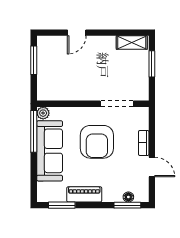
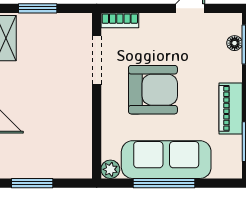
window: (34, 131) -> (164, 183), moved
bookcase: (144, 143) -> (120, 20), moved

